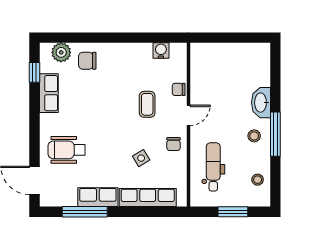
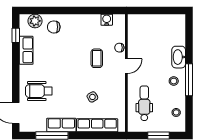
chair: (173, 144) -> (116, 87), removed

